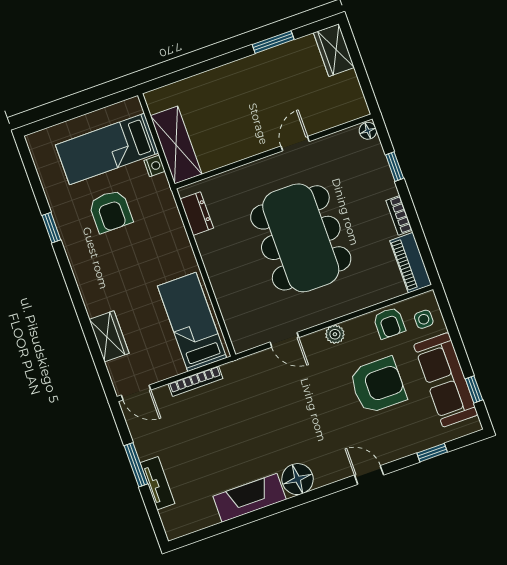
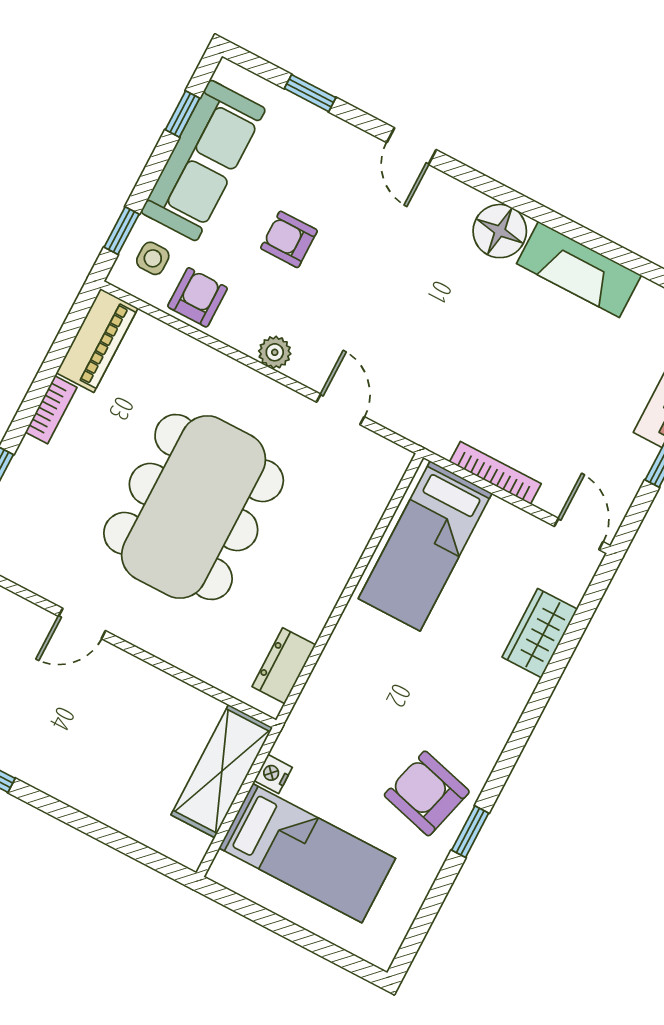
armchair: (111, 211) -> (427, 793), moved, turned -75
window: (448, 317) -> (122, 231), added
armchair: (378, 385) -> (289, 239), width x0.53, depth x0.53

